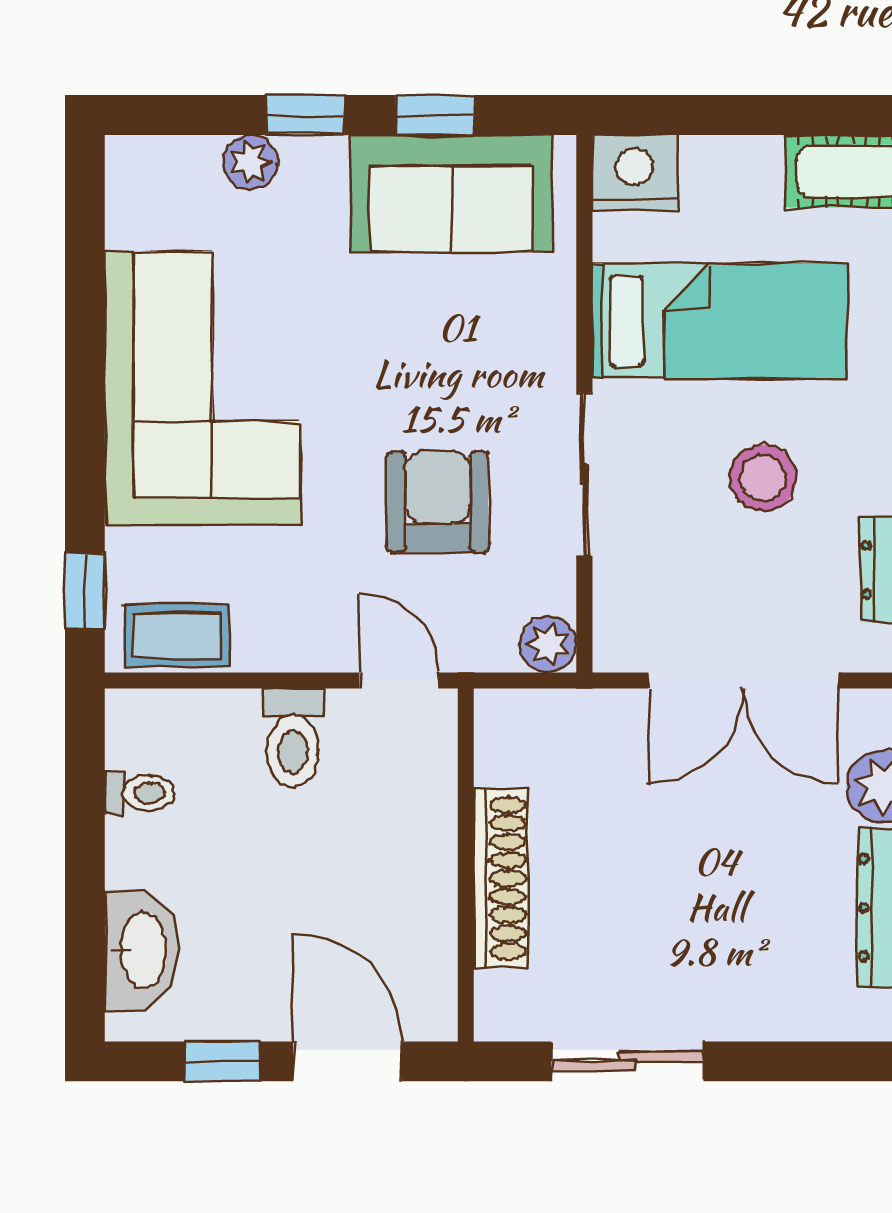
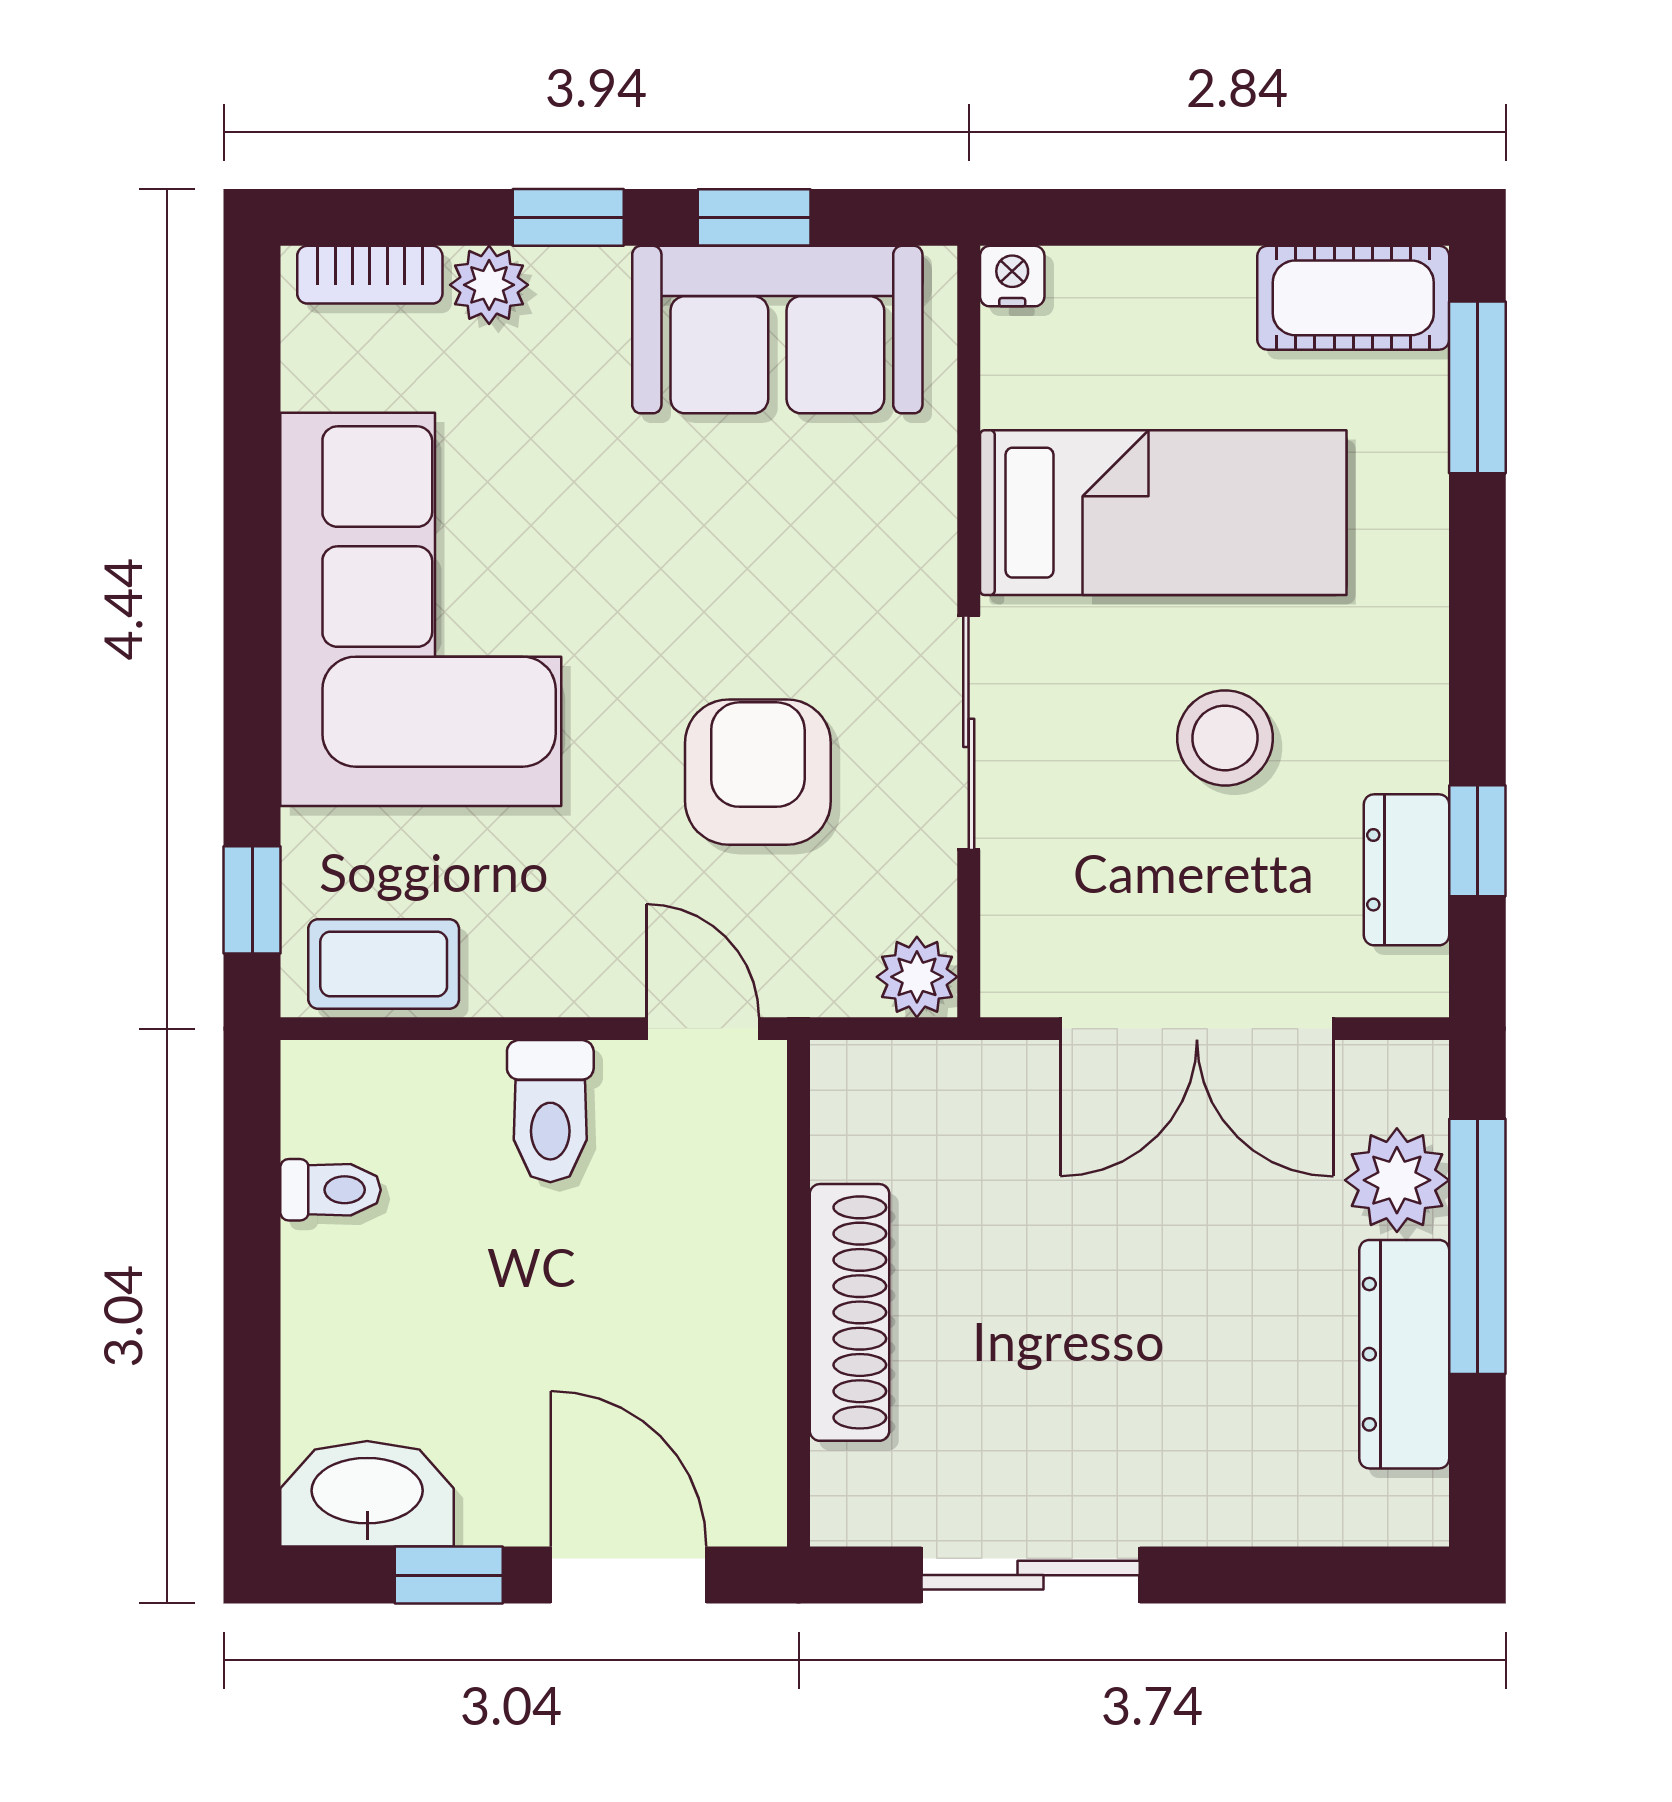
bookcase: (167, 155) -> (370, 275), added
nightstand: (635, 173) -> (1012, 276), width x0.53, depth x0.56
washbasin: (142, 950) -> (367, 1494), moved, turned -90

